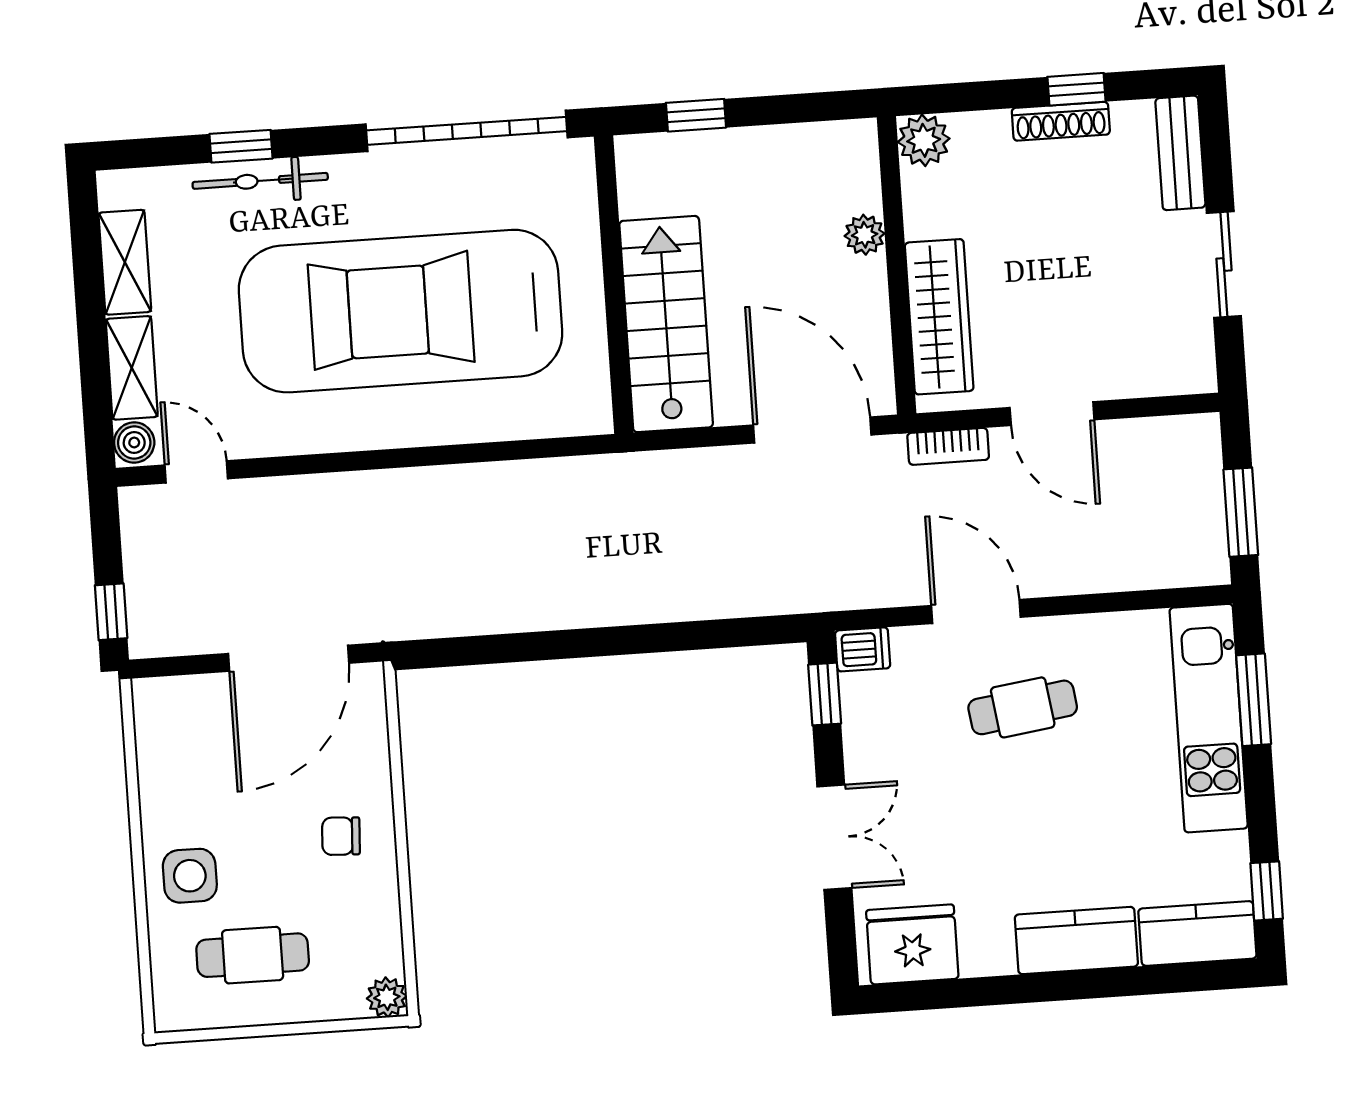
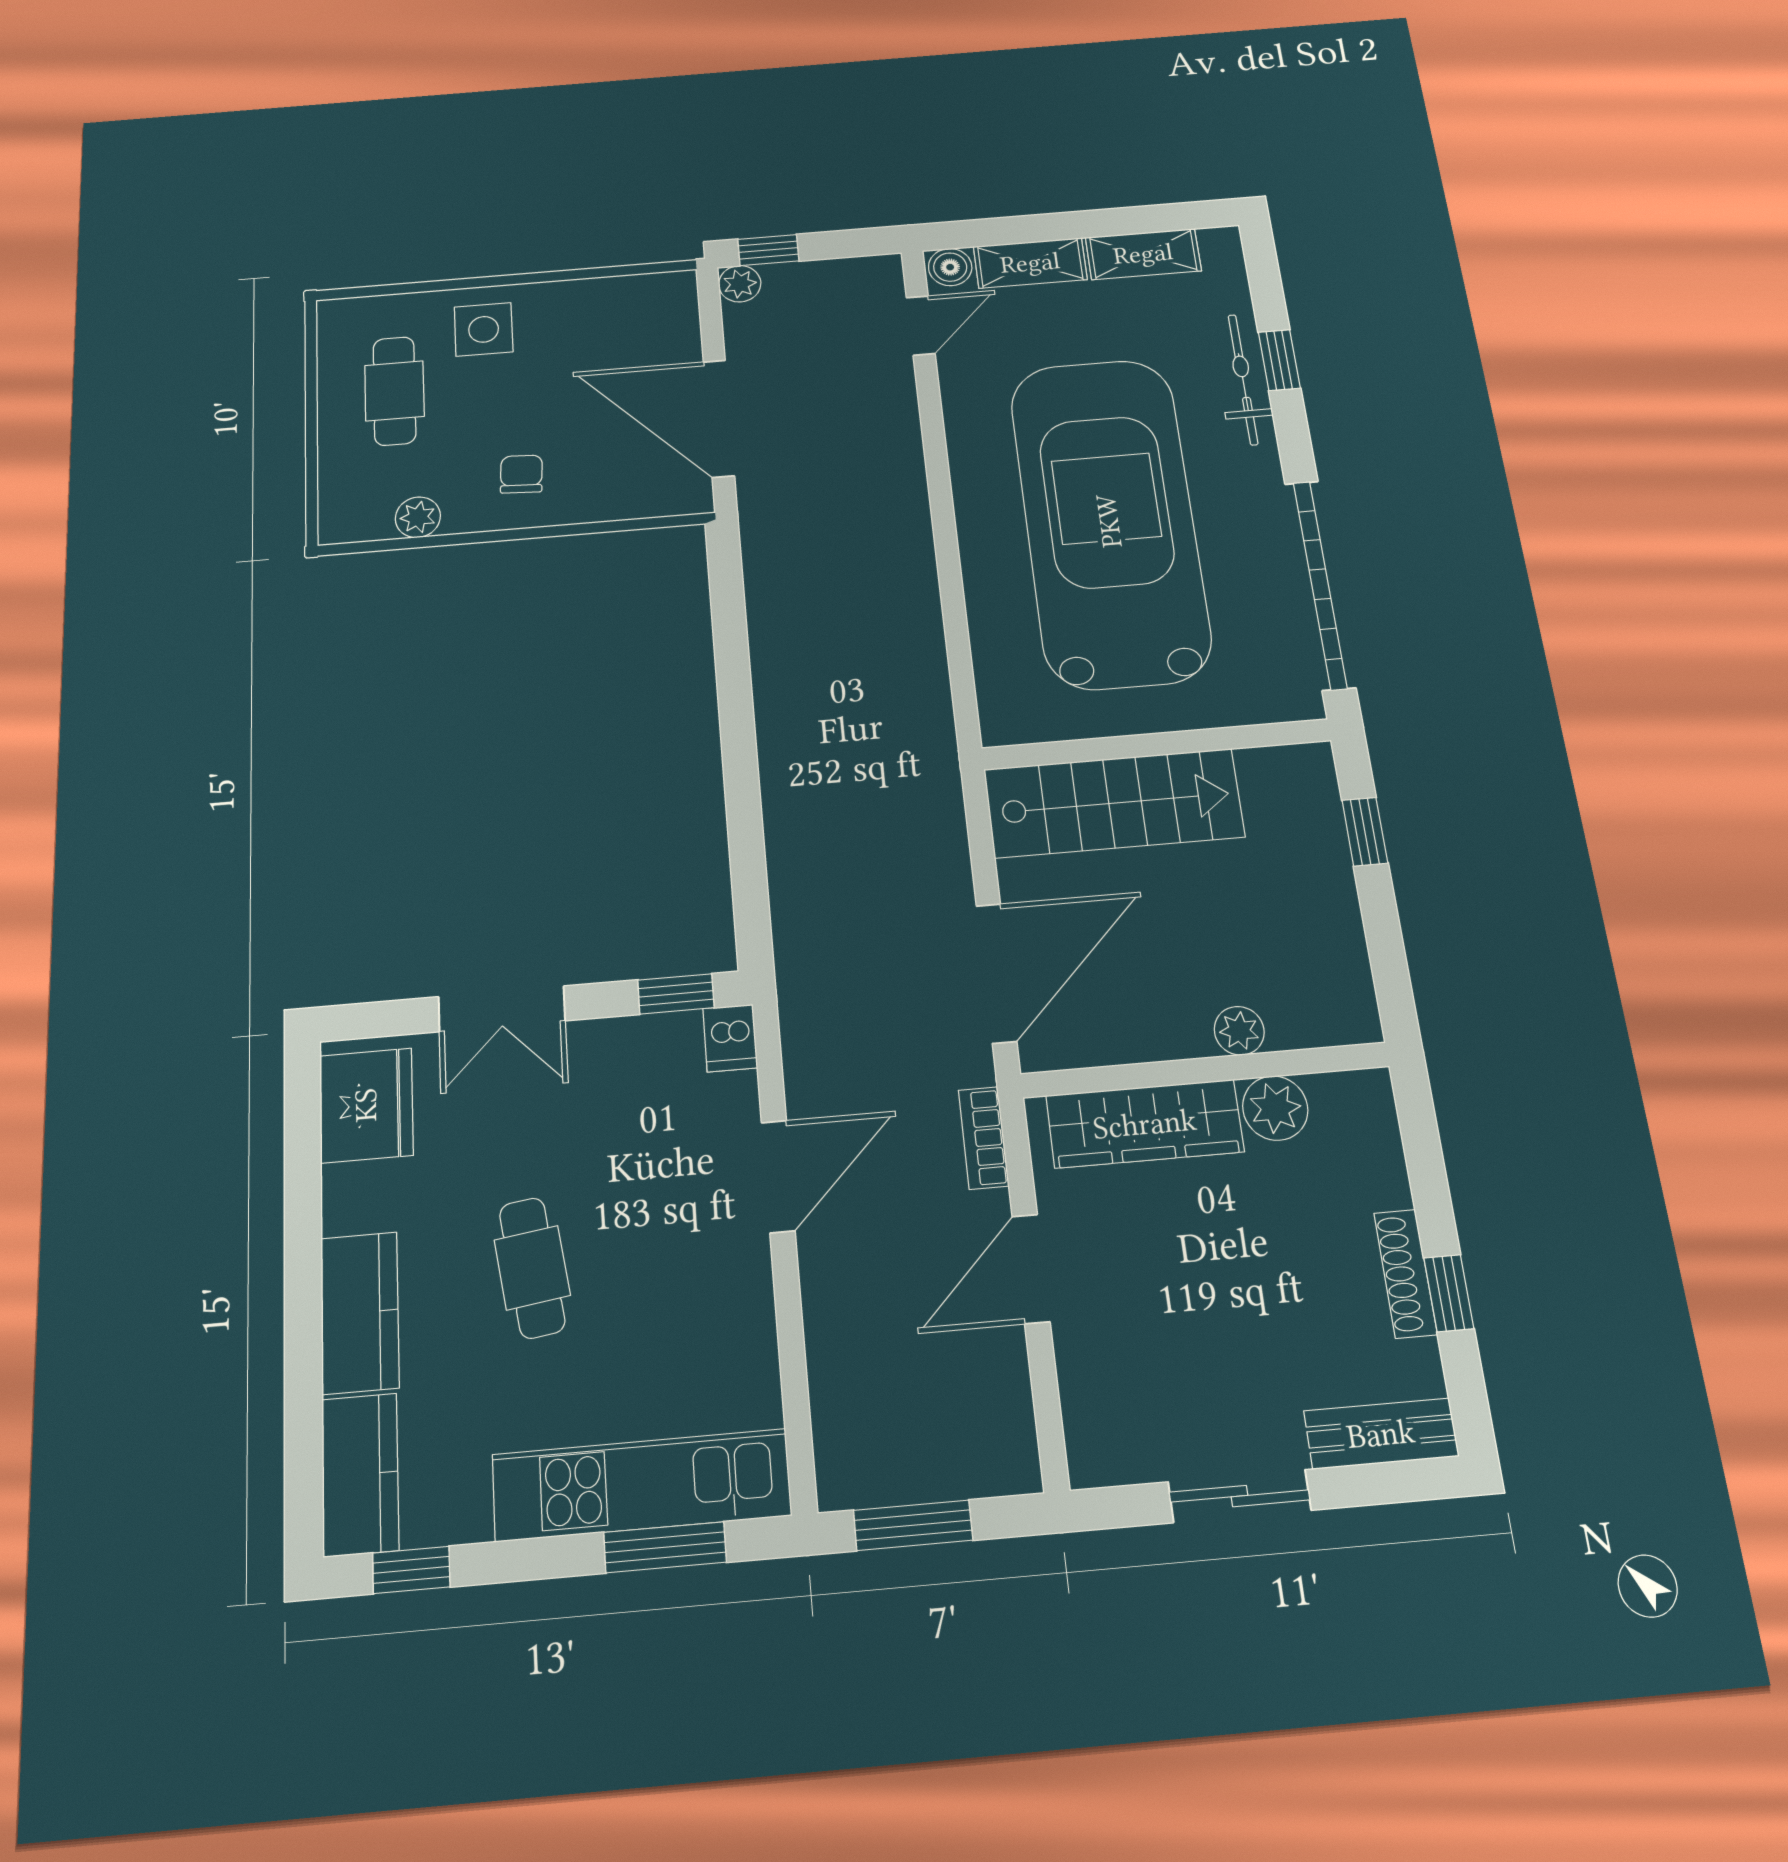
plant: (924, 140) -> (1275, 1108), moved
plant: (147, 639) -> (740, 284), added
cafe table: (1023, 707) -> (532, 1268), moved
plant: (387, 997) -> (418, 517), moved

